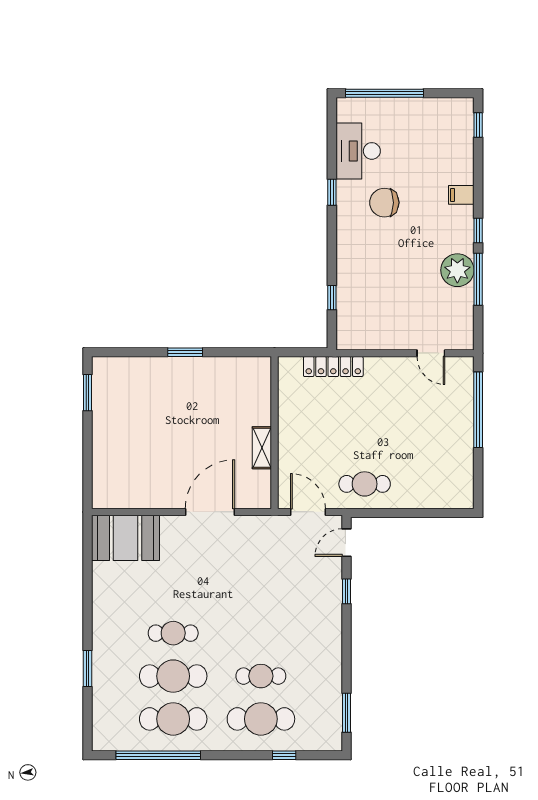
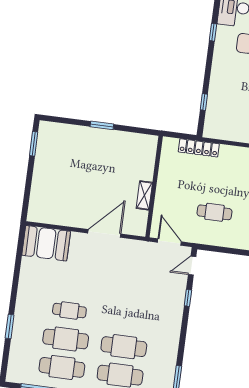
cafe table: (365, 484) -> (214, 212), moved
cafe table: (261, 676) -> (124, 347), width x1.37, depth x1.35

